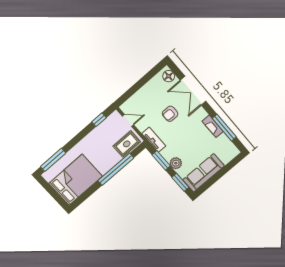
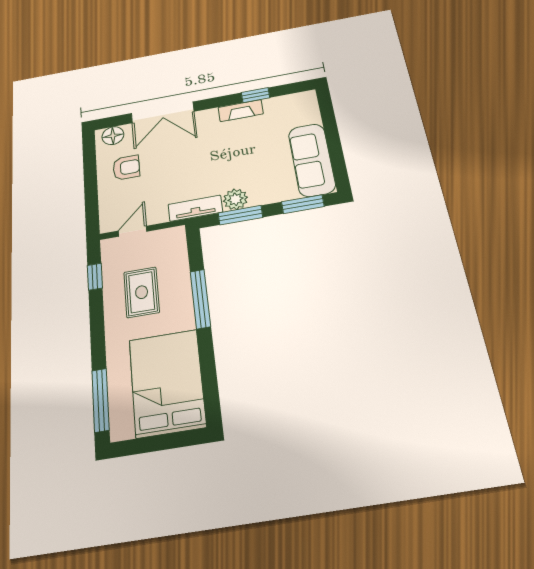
armchair: (170, 114) -> (126, 168), moved, turned -90
window: (224, 128) -> (255, 95), width x0.46
rug: (127, 144) -> (142, 292), moved
plant: (176, 163) -> (235, 199), moved
window: (116, 169) -> (200, 299), width x0.68

